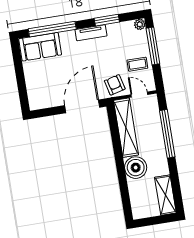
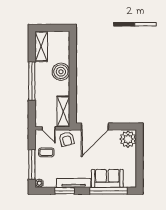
tv unit: (91, 33) -> (74, 183), width x1.41
sofa: (40, 47) -> (107, 178), moved
plant: (38, 97) -> (128, 139), added
shelving: (126, 128) -> (63, 111), width x0.68
window: (167, 134) -> (32, 81), moved

